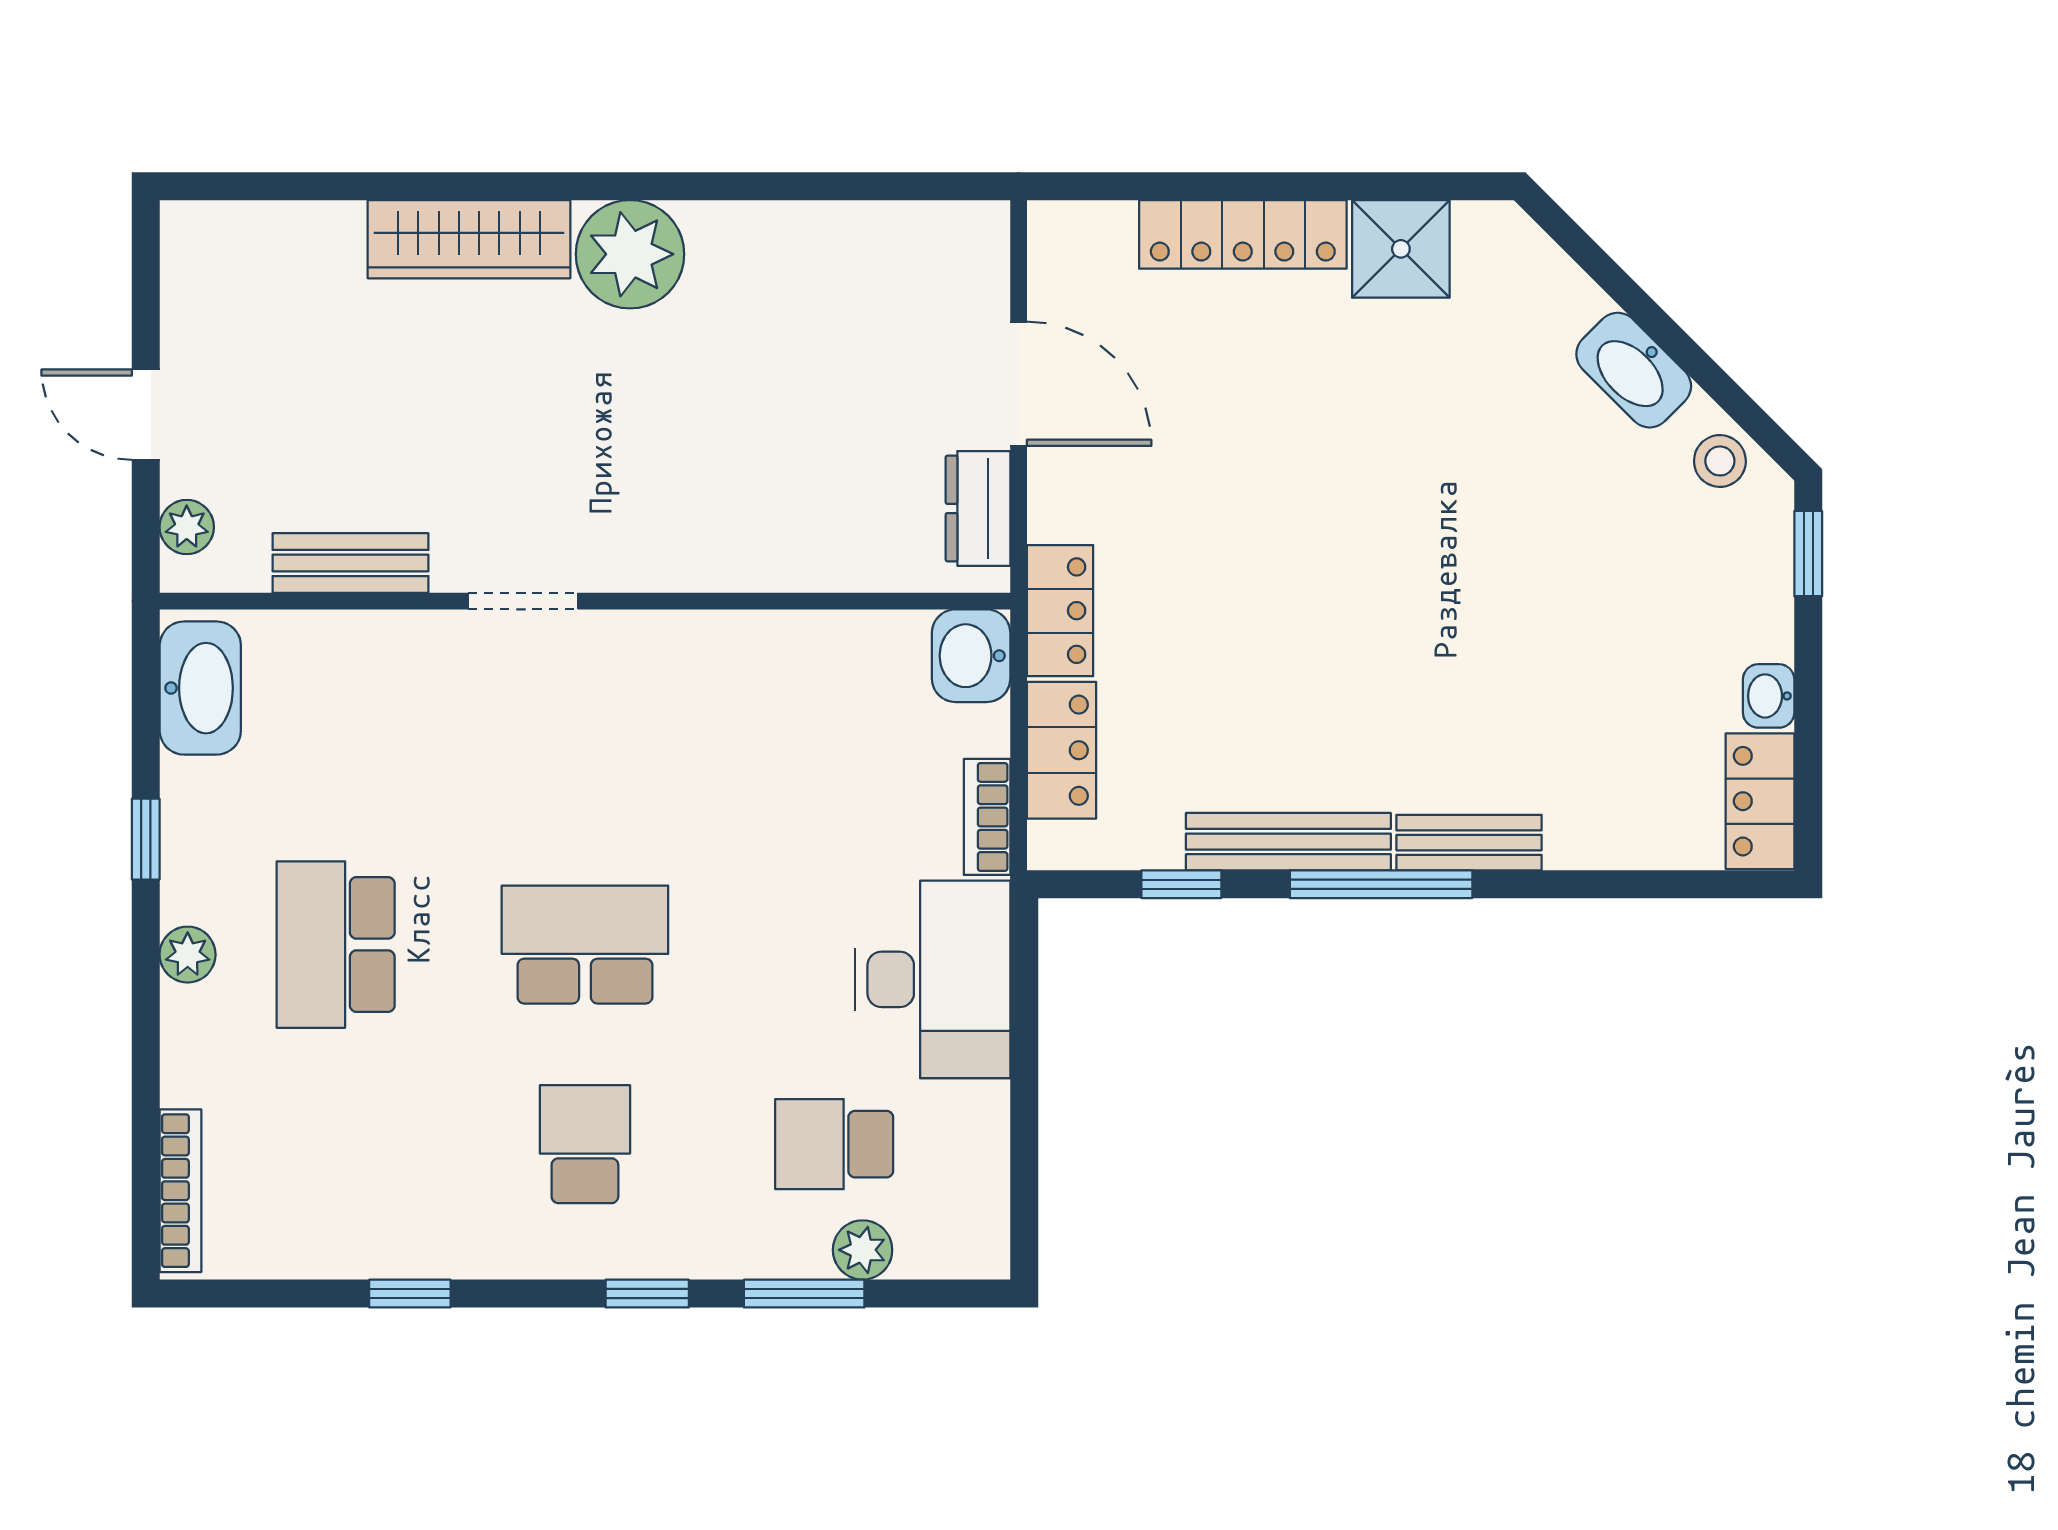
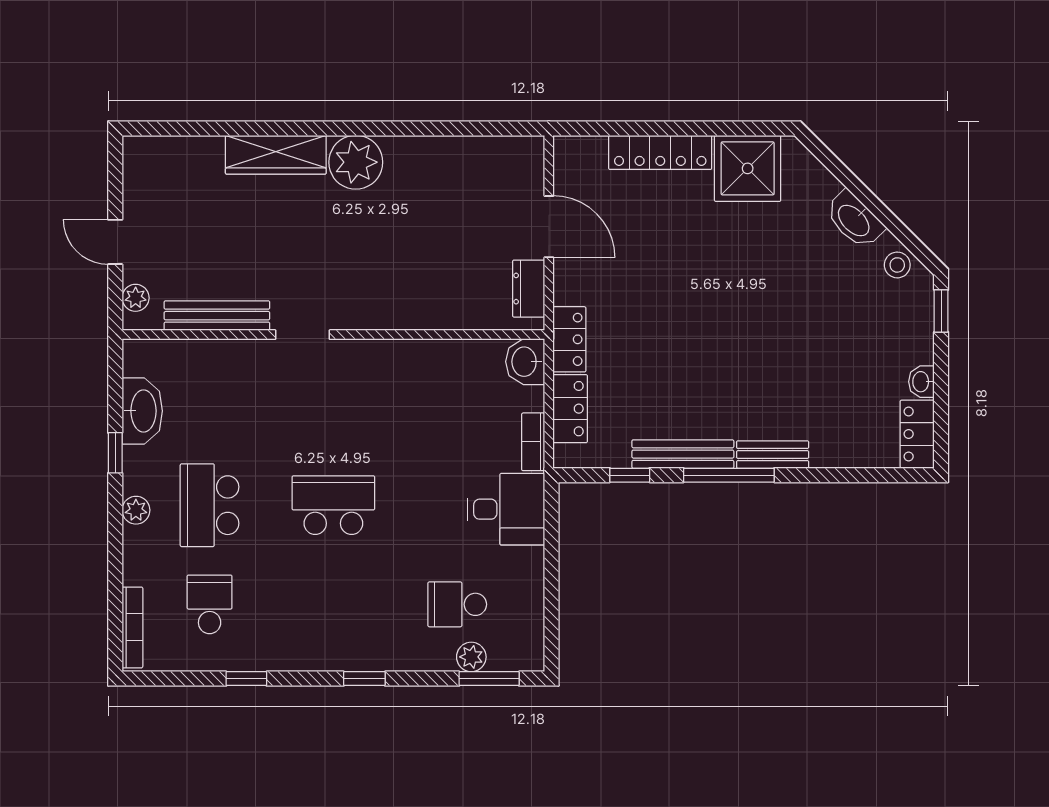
shower: (1401, 249) -> (748, 168), width x1.36, depth x1.36
bench: (351, 563) -> (217, 316), width x1.36
washbasin: (200, 688) -> (142, 411), moved
desk: (933, 979) -> (506, 509), width x0.73
school desk: (585, 1144) -> (210, 604), moved
window: (804, 1294) -> (489, 679), moved

